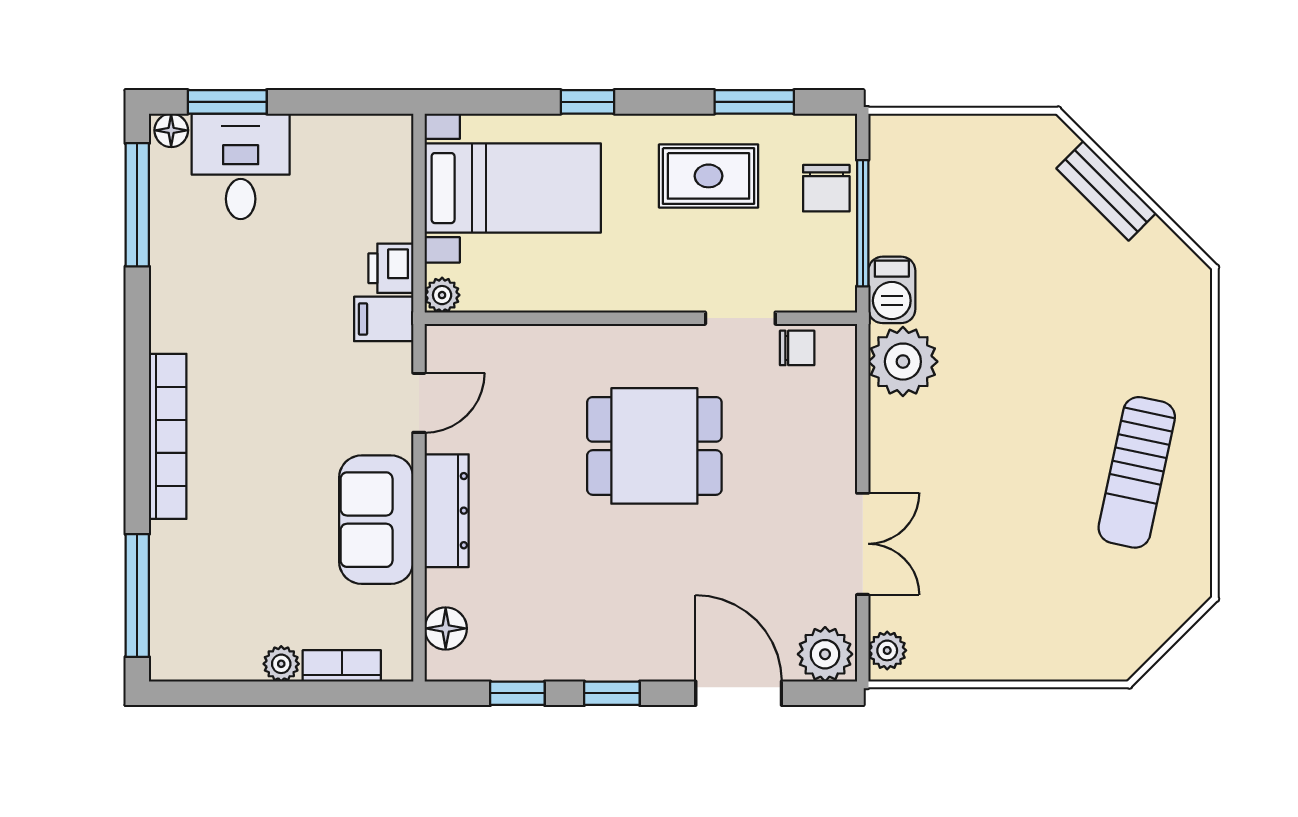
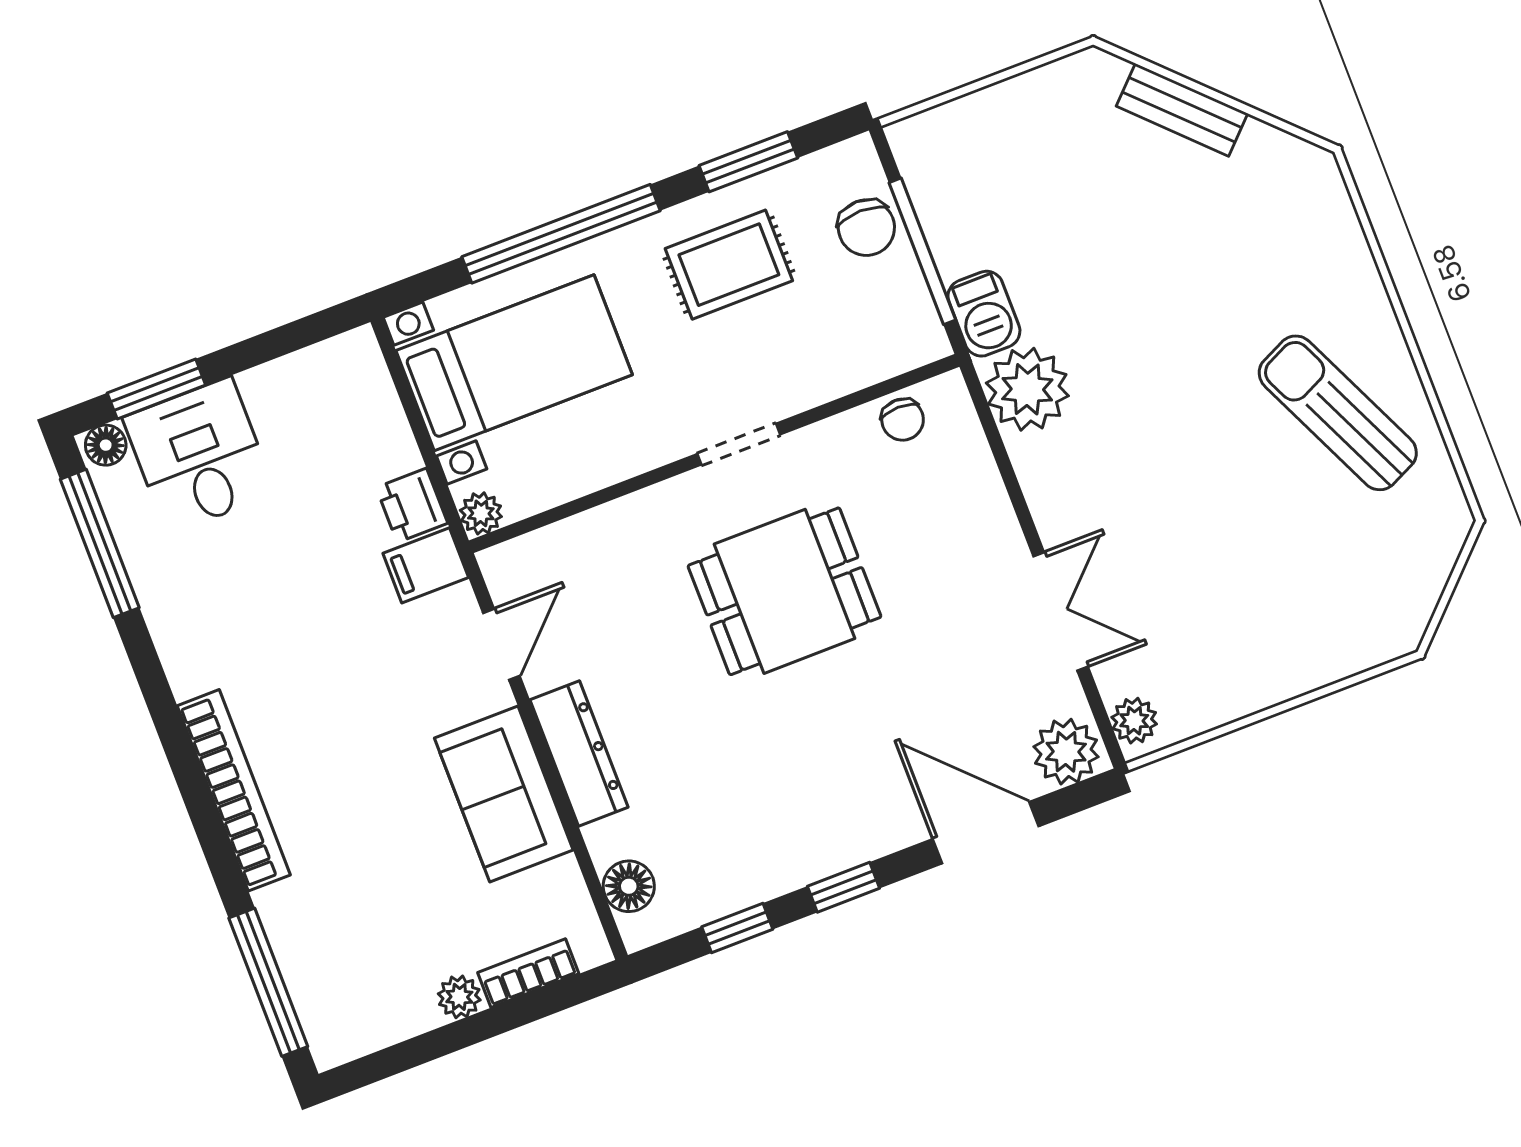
window: (587, 102) -> (561, 234), width x3.17
doorway: (740, 318) -> (739, 444), moved
chair: (797, 348) -> (903, 420), turned 90
sun lounger: (1137, 472) -> (1338, 413), turned 143

